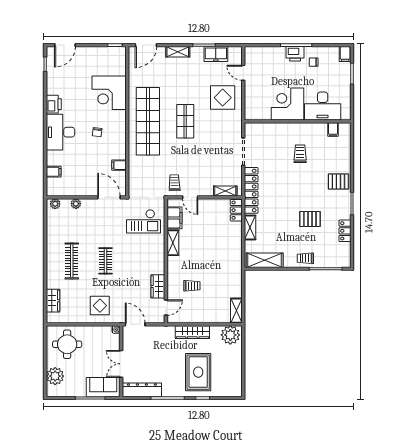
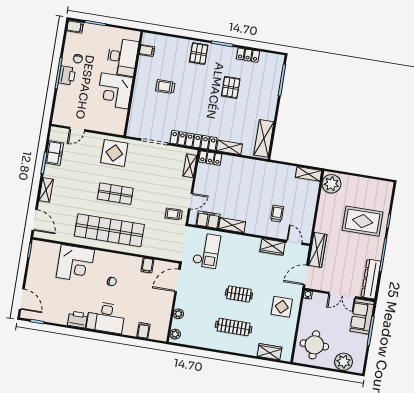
display table: (223, 98) -> (114, 153), moved
trolley: (305, 258) -> (268, 98), removed
wardrobe: (192, 332) -> (318, 250), moved

